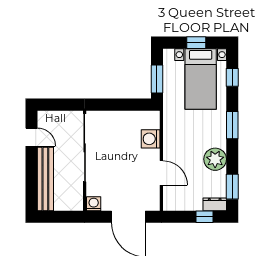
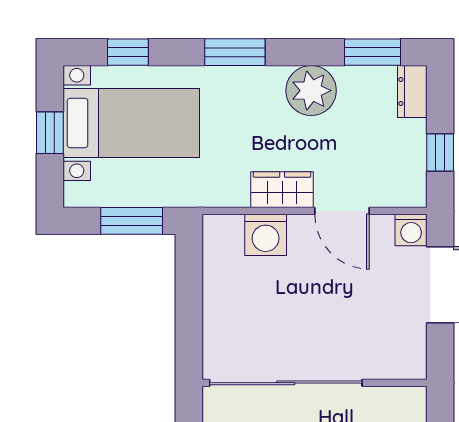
wardrobe: (171, 146) -> (282, 190), added
door: (161, 173) -> (342, 211), swing flipped
washing machine: (94, 204) -> (411, 230), moved, turned -90
window: (205, 217) -> (440, 153), moved

